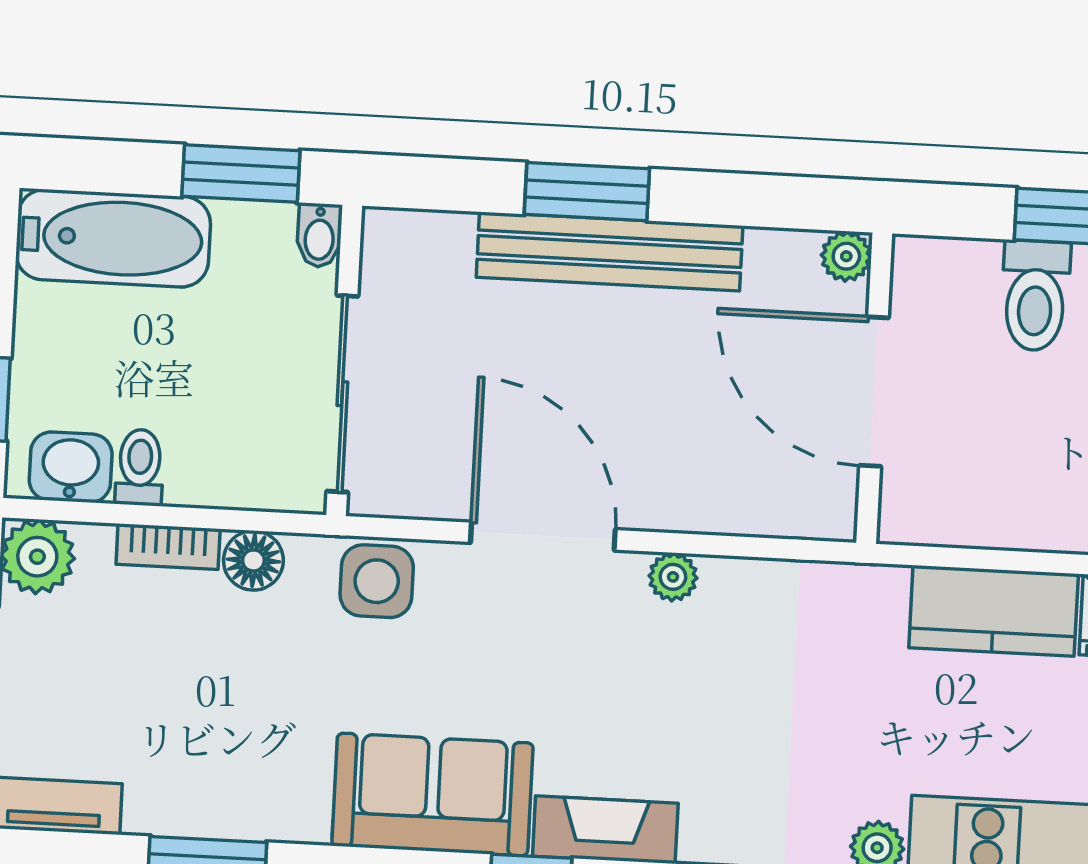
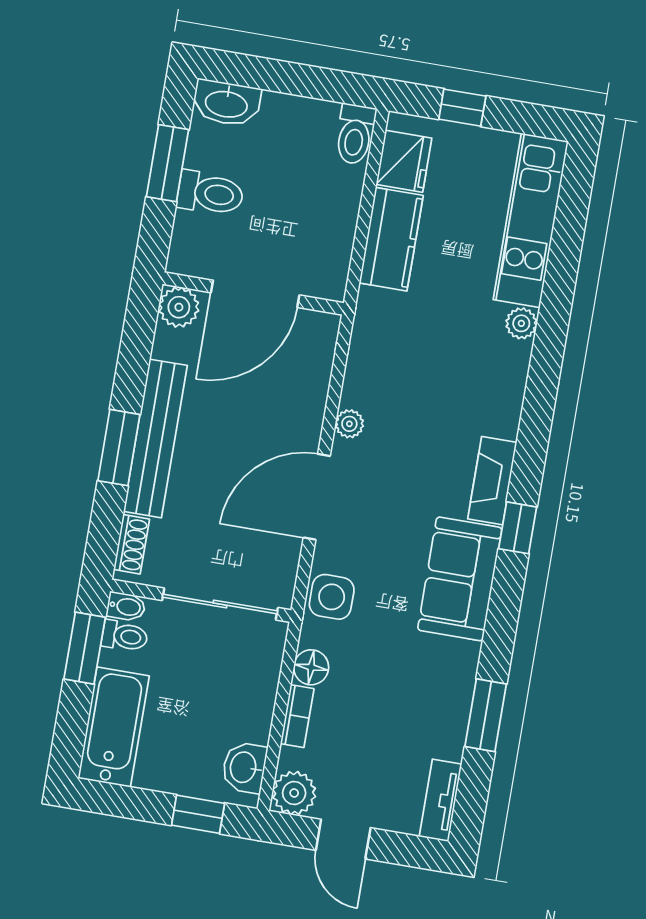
shoe rack: (426, 232) -> (132, 544), added
plant: (846, 256) -> (179, 307), width x1.38, depth x1.38
toilet: (140, 467) -> (125, 636), moved, turned 180

